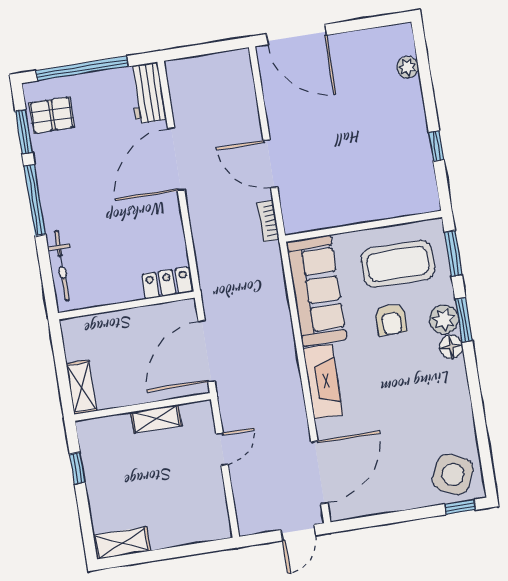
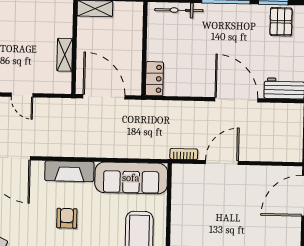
armchair: (391, 320) -> (67, 218), moved, turned 90
door: (222, 449) -> (22, 95), moved

